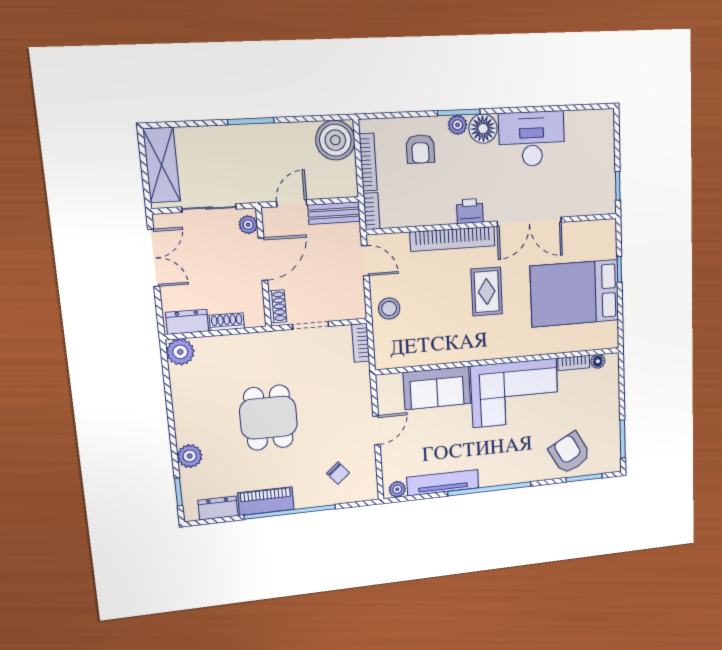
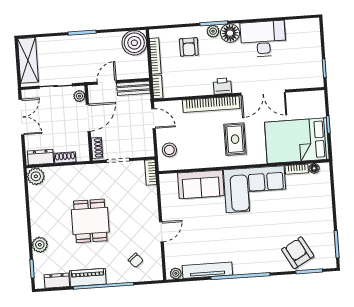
wall: (500, 361) -> (244, 167), moved
floor lamp: (598, 361) -> (314, 168), moved
bookcase: (574, 363) -> (297, 169), moved
sofa: (437, 388) -> (201, 184), moved
corner sofa: (515, 393) -> (255, 189), moved

